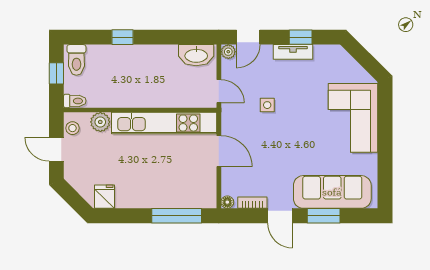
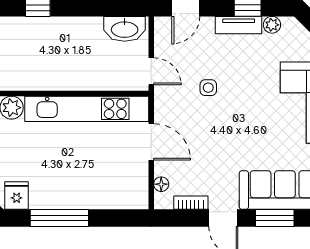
plant: (228, 52) -> (272, 25), moved
floor lamp: (227, 202) -> (161, 184), moved
window: (177, 216) -> (59, 218), moved

